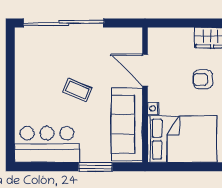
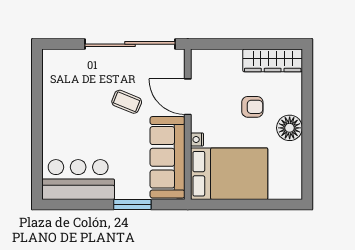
sliding door: (64, 23) -> (130, 44), moved
armchair: (203, 79) -> (252, 107), turned 180
coffee table: (77, 90) -> (127, 102), moved

